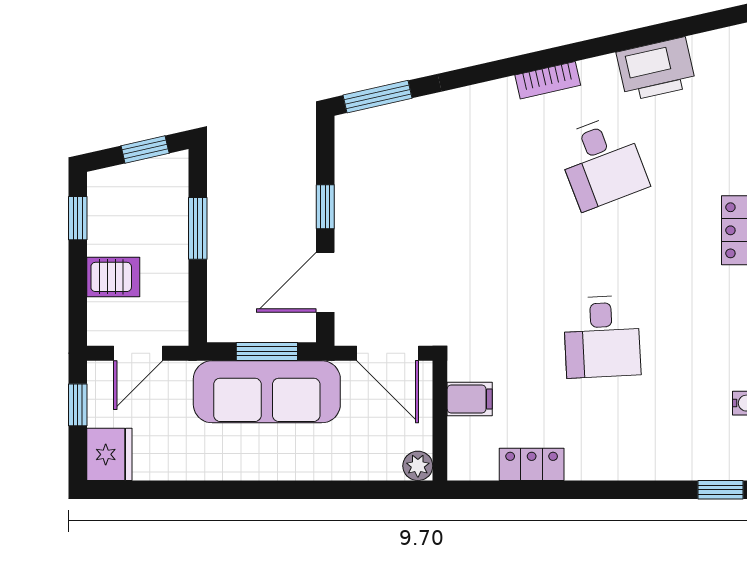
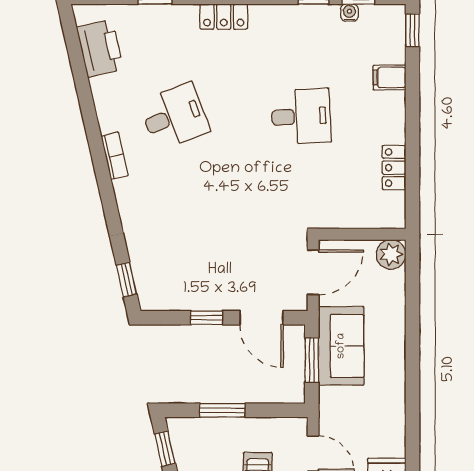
printer: (656, 69) -> (100, 48), moved
window: (378, 97) -> (127, 280), width x0.67
sofa: (267, 392) -> (341, 346), width x0.73
filing cabinet: (470, 399) -> (389, 77), moved, turned -90
plant: (418, 466) -> (391, 254), width x1.38, depth x1.38

